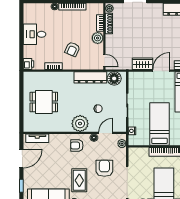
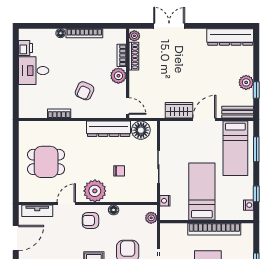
printer: (29, 64) -> (25, 48), moved
door: (106, 133) -> (66, 203), moved

